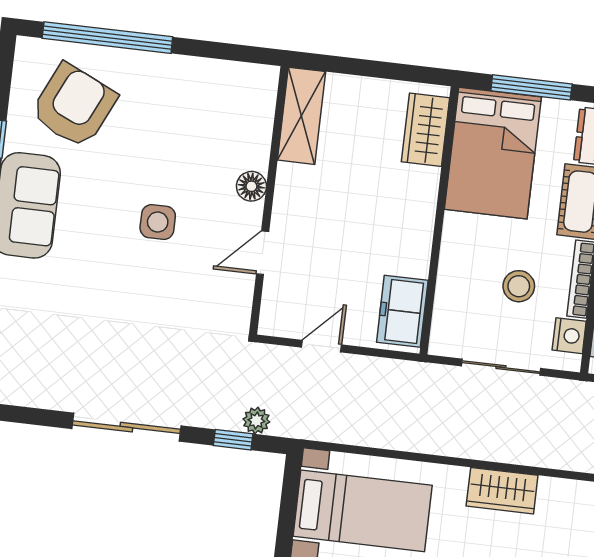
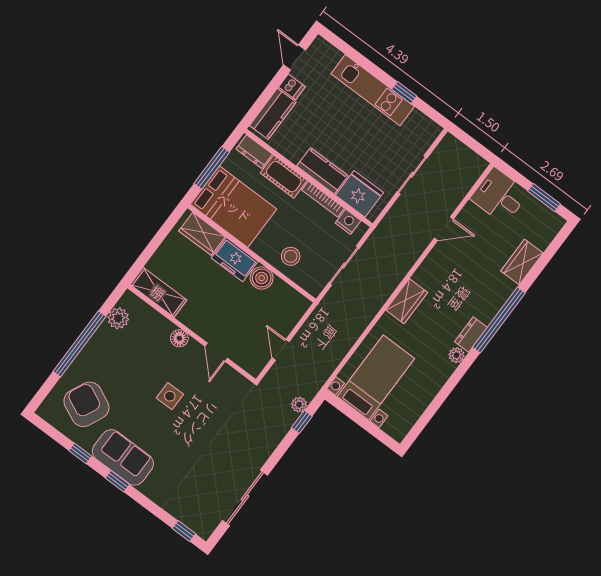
window: (107, 38) -> (80, 344), moved
plant: (228, 79) -> (118, 318), added
boiler: (412, 256) -> (262, 278), added
stool: (519, 286) -> (291, 256), moved
freezer: (402, 311) -> (235, 260), moved
sliding door: (126, 427) -> (245, 498), moved

